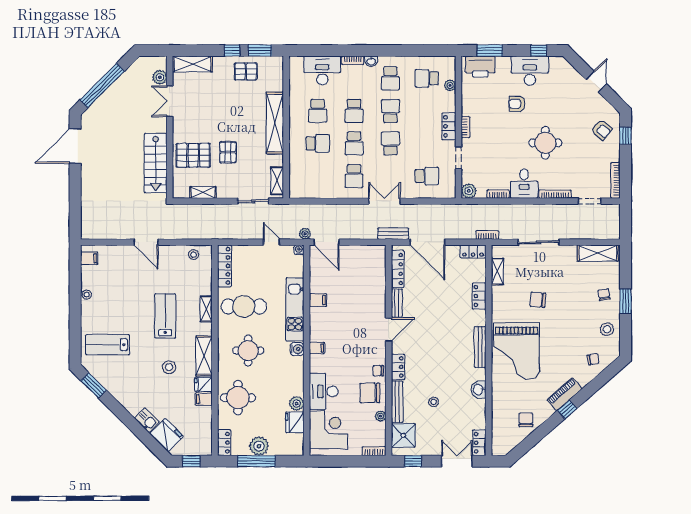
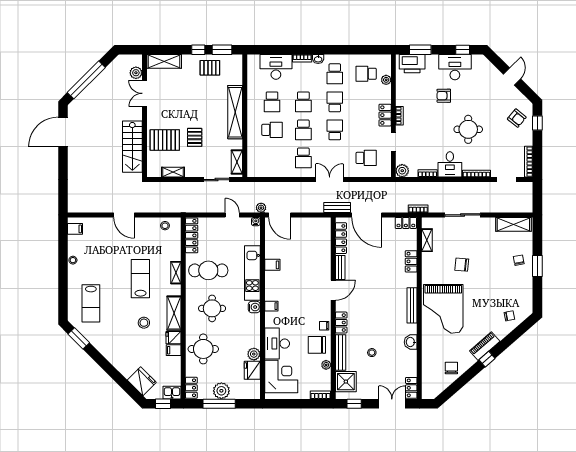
stool: (607, 329) -> (521, 290), removed
lab bench: (108, 345) -> (91, 303), turned -90
kitchen sink: (147, 420) -> (172, 393), moved, turned -45

